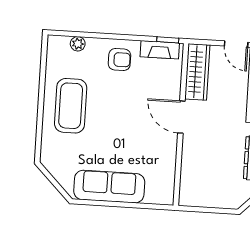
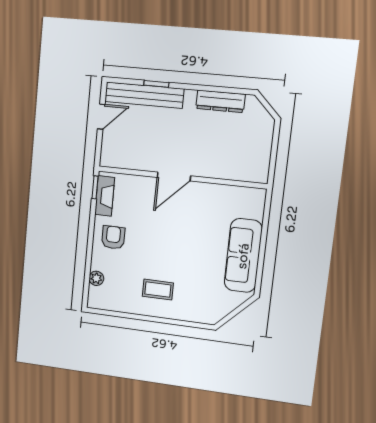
wardrobe: (197, 72) -> (128, 158), removed
coffee table: (71, 106) -> (158, 290), width x0.54, depth x0.58

